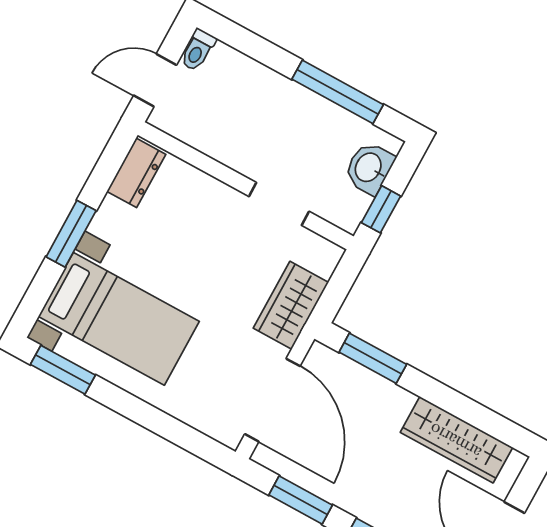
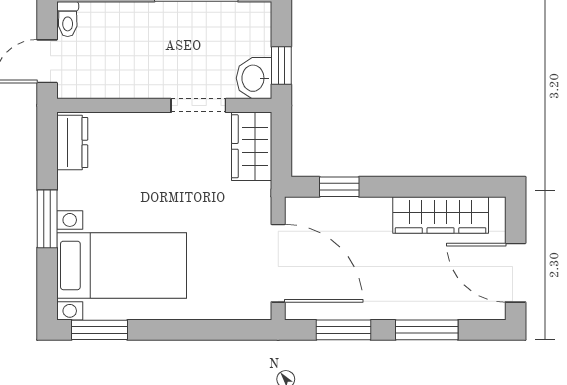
washbasin: (369, 168) -> (254, 78), moved
wardrobe: (291, 305) -> (252, 146), moved
window: (373, 358) -> (339, 187), width x0.67

